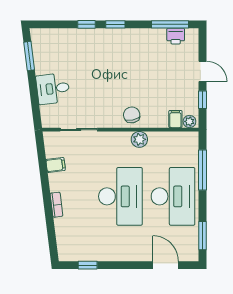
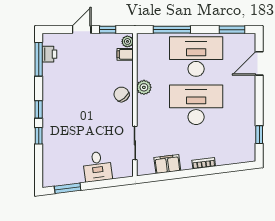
chair: (132, 115) -> (122, 94), turned 61
filing cabinet: (56, 165) -> (167, 164), width x2.00

